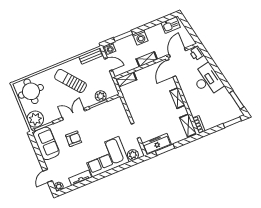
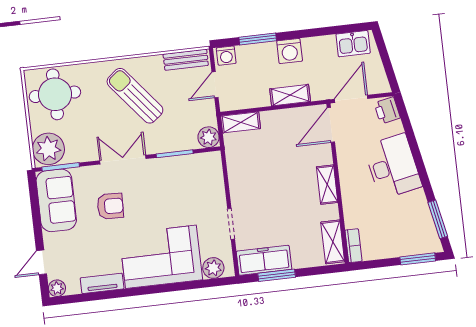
door: (108, 64) -> (215, 85), swing flipped
plant: (101, 96) -> (209, 137), moved

